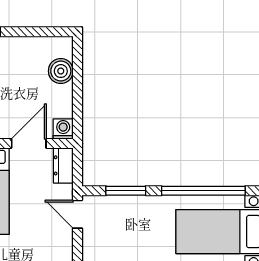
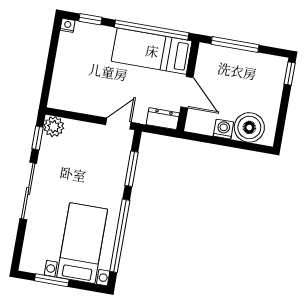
boiler: (61, 71) -> (249, 127), width x1.37, depth x1.37
washing machine: (63, 129) -> (223, 129), moved, turned -90

